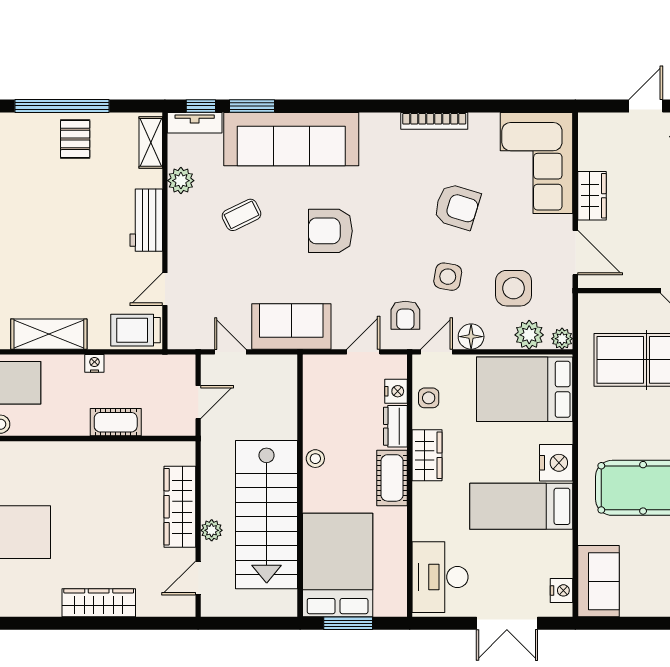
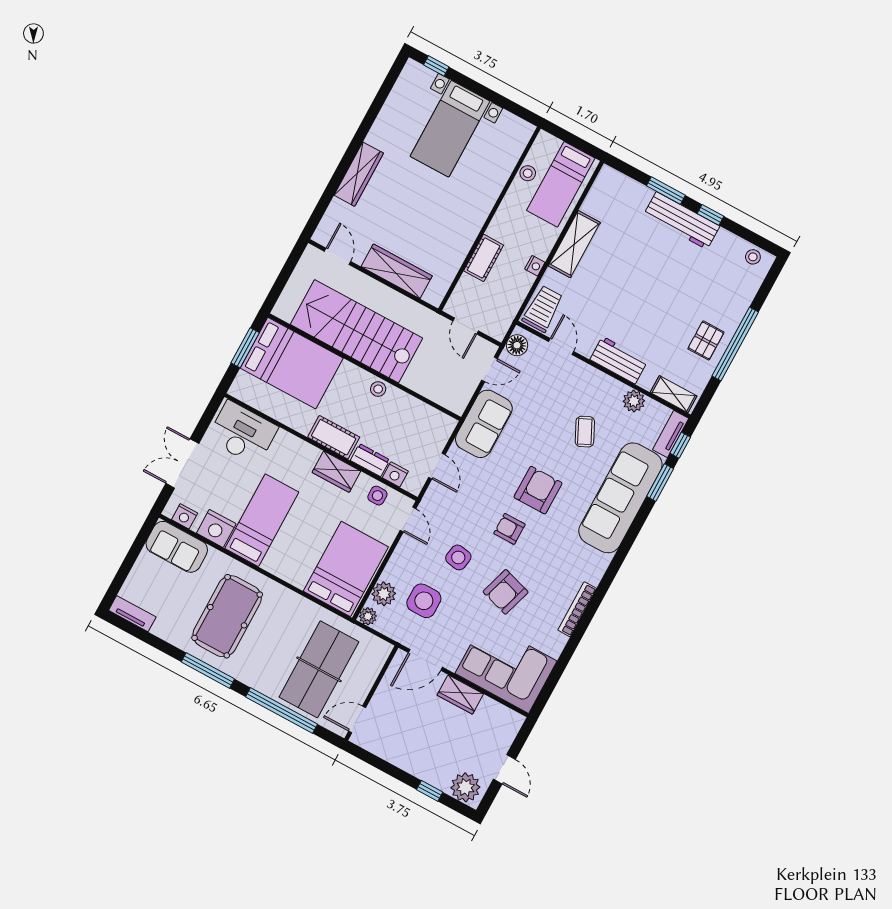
pallet: (75, 139) -> (706, 340), turned 90
armchair: (405, 315) -> (509, 529), moved
floor lamp: (471, 337) -> (517, 345), moved
nightstand: (556, 463) -> (216, 528), moved
plant: (212, 530) -> (367, 285), removed

